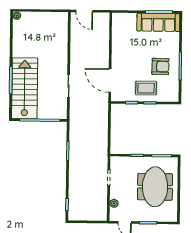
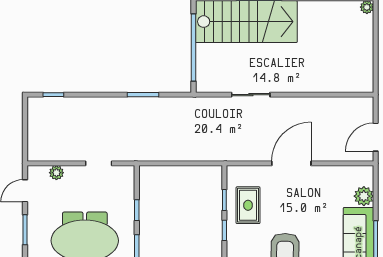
door: (84, 11) -> (376, 137), moved
plant: (130, 19) -> (364, 196), added
door: (110, 81) -> (291, 163), moved
rug: (146, 88) -> (248, 205), moved

